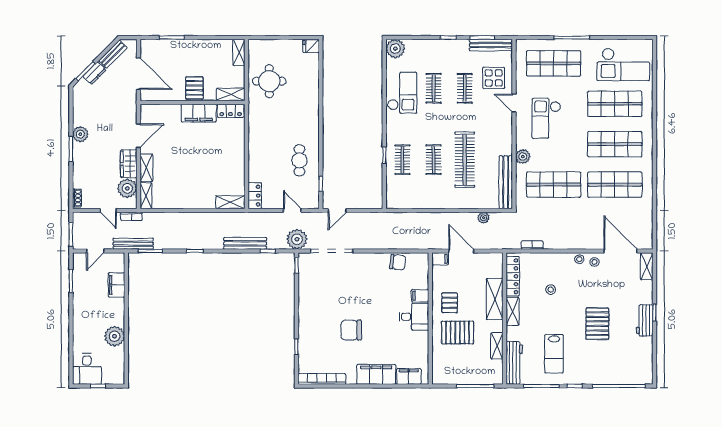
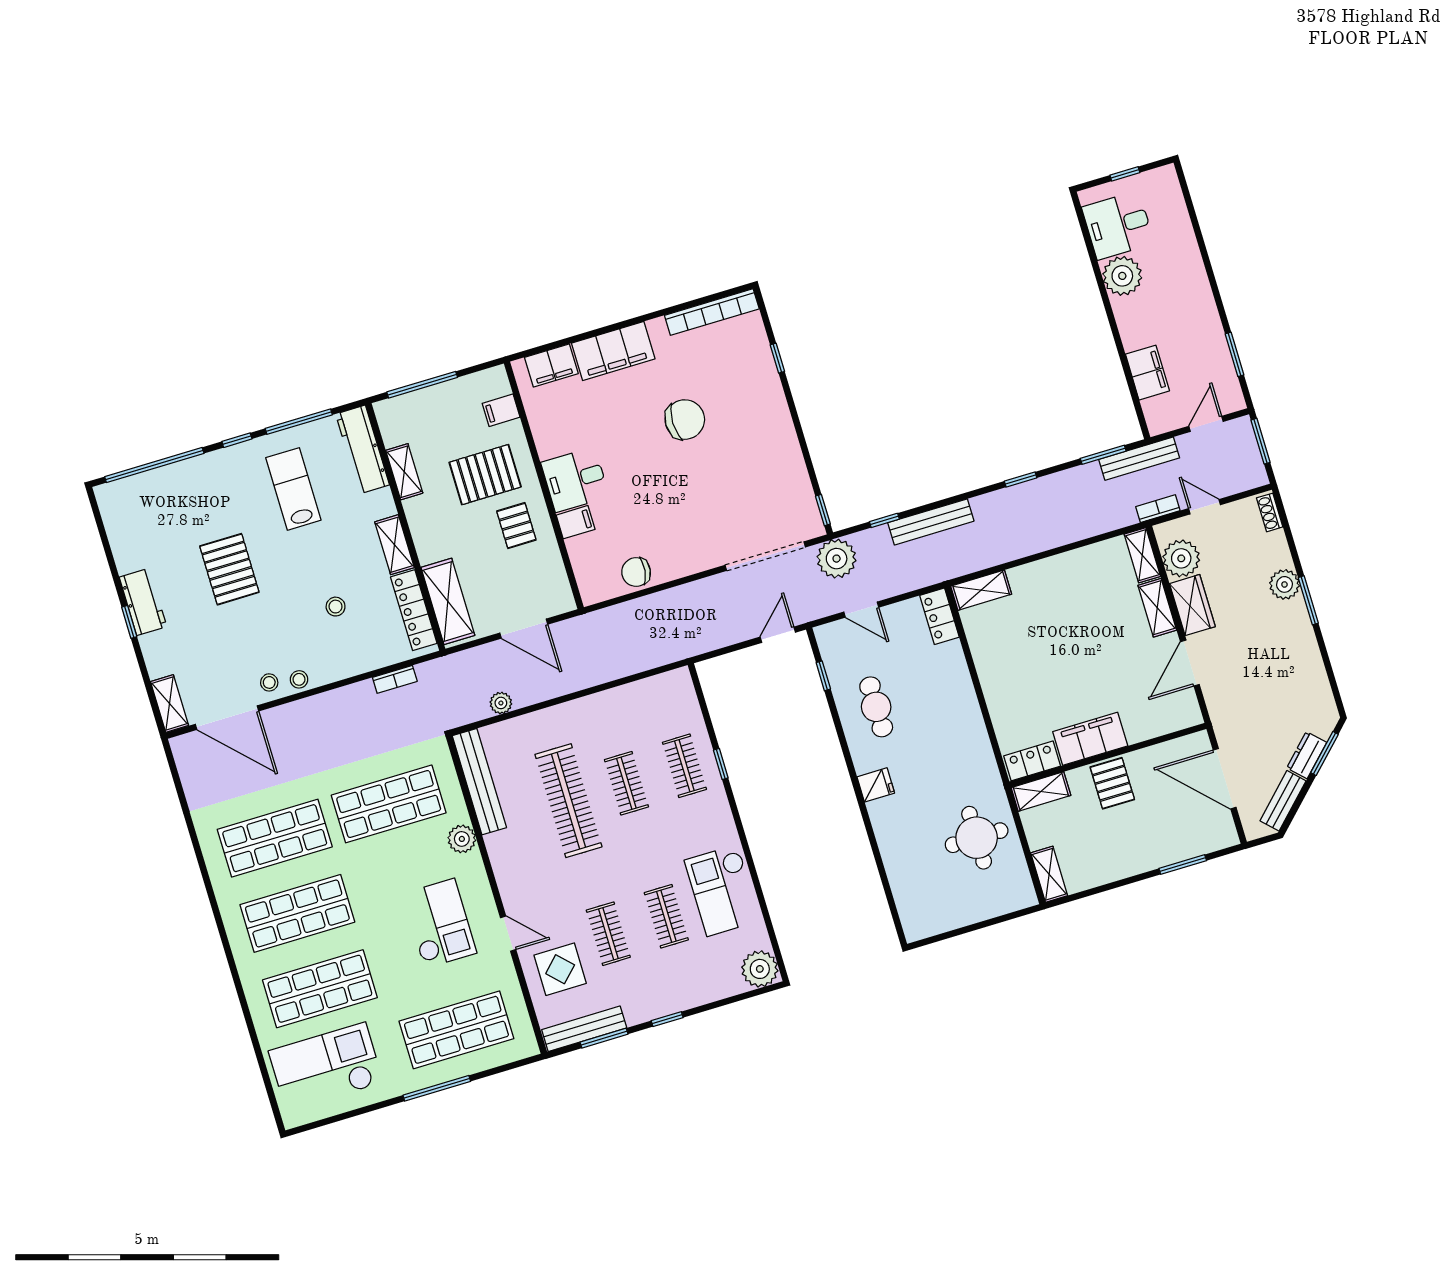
fridge: (311, 46) -> (876, 785), moved
plant: (80, 134) -> (1284, 584), moved
filing cabinet: (440, 259) -> (501, 410), moved
shelving: (495, 299) -> (448, 601), moved
desk: (87, 369) -> (1118, 225), moved, turned -90

